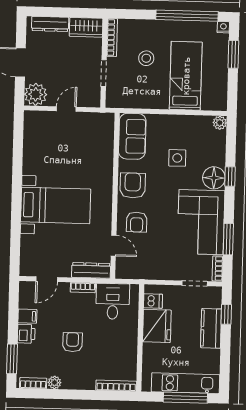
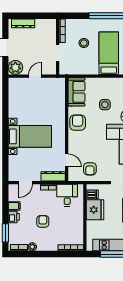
wardrobe: (86, 27) -> (46, 25), removed
armchair: (137, 222) -> (90, 169), moved

